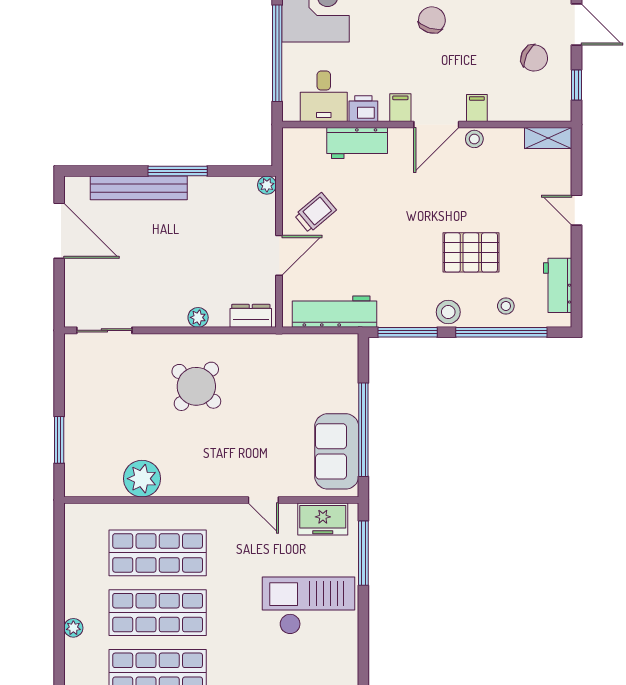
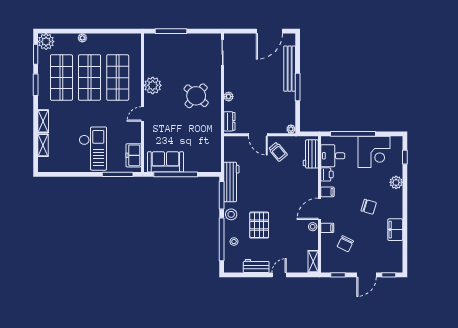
chair: (534, 58) -> (345, 244), moved
door: (436, 124) -> (319, 209), hinge flipped
workbench: (357, 143) -> (311, 154), moved
workbench: (558, 285) -> (256, 266), moved
workbench: (334, 312) -> (231, 182), moved
window: (59, 440) -> (171, 31), width x1.44
plant: (142, 479) -> (153, 85), moved
door: (263, 500) -> (143, 114), moved

